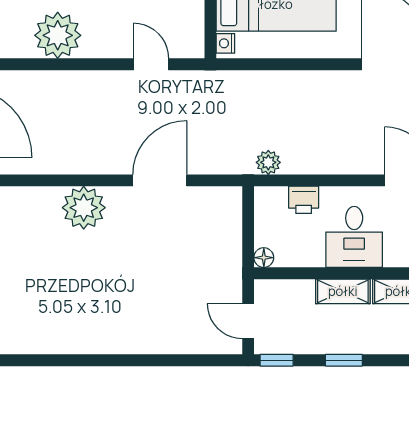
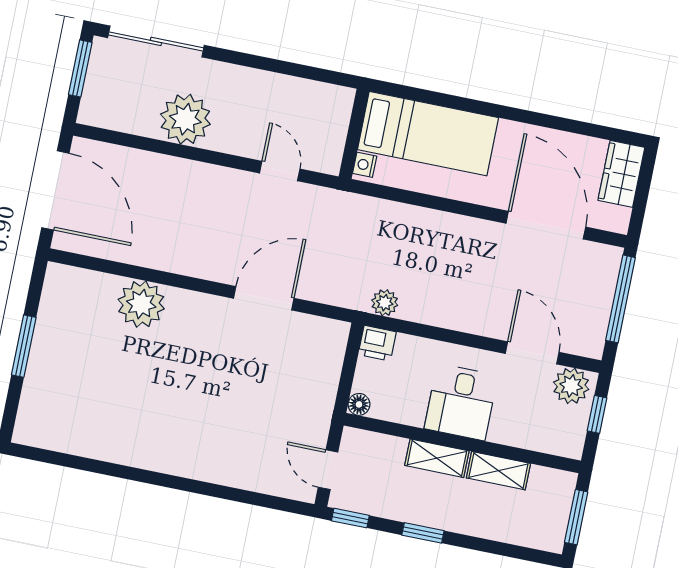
printer: (304, 200) -> (377, 343), moved
plant: (84, 208) -> (141, 304), moved

